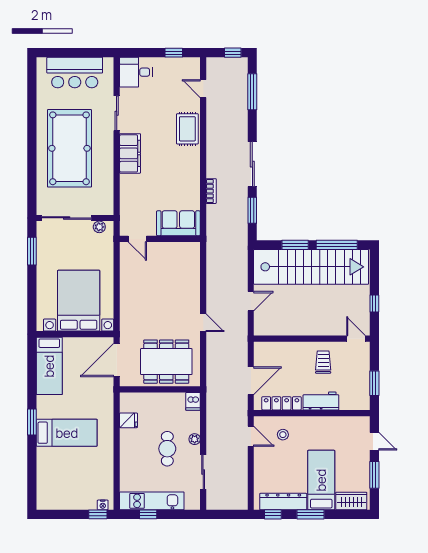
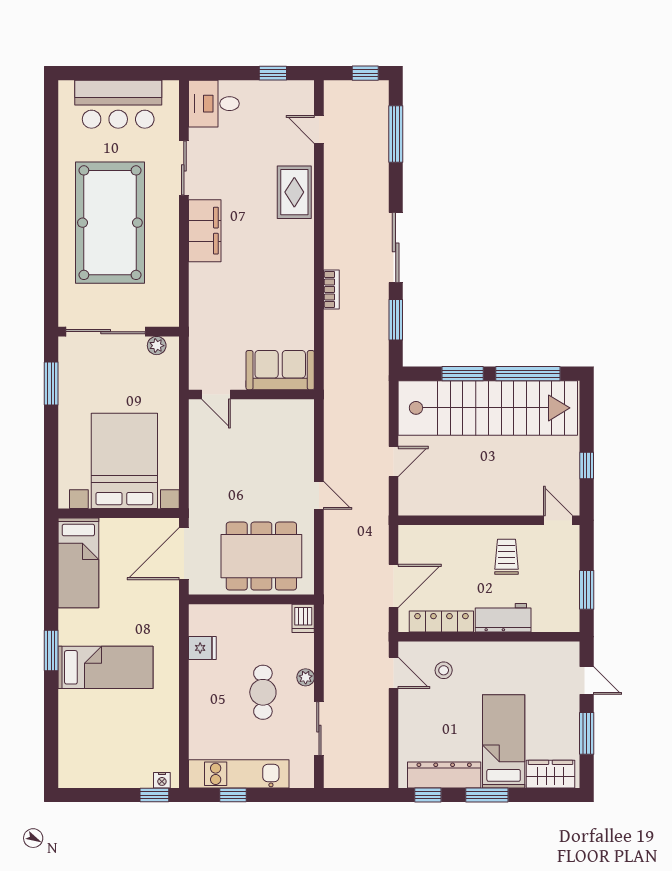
sofa: (178, 223) -> (280, 370), moved
door: (137, 239) -> (216, 394), moved
wall: (160, 239) -> (251, 394), moved

